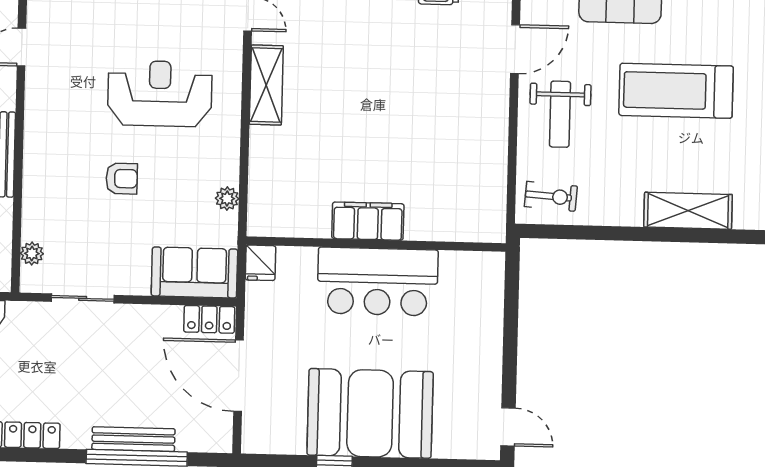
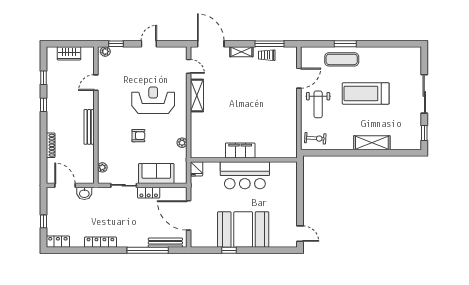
sofa: (194, 272) -> (156, 173), moved
locker: (209, 319) -> (149, 193), moved
bench: (133, 439) -> (165, 243), moved

